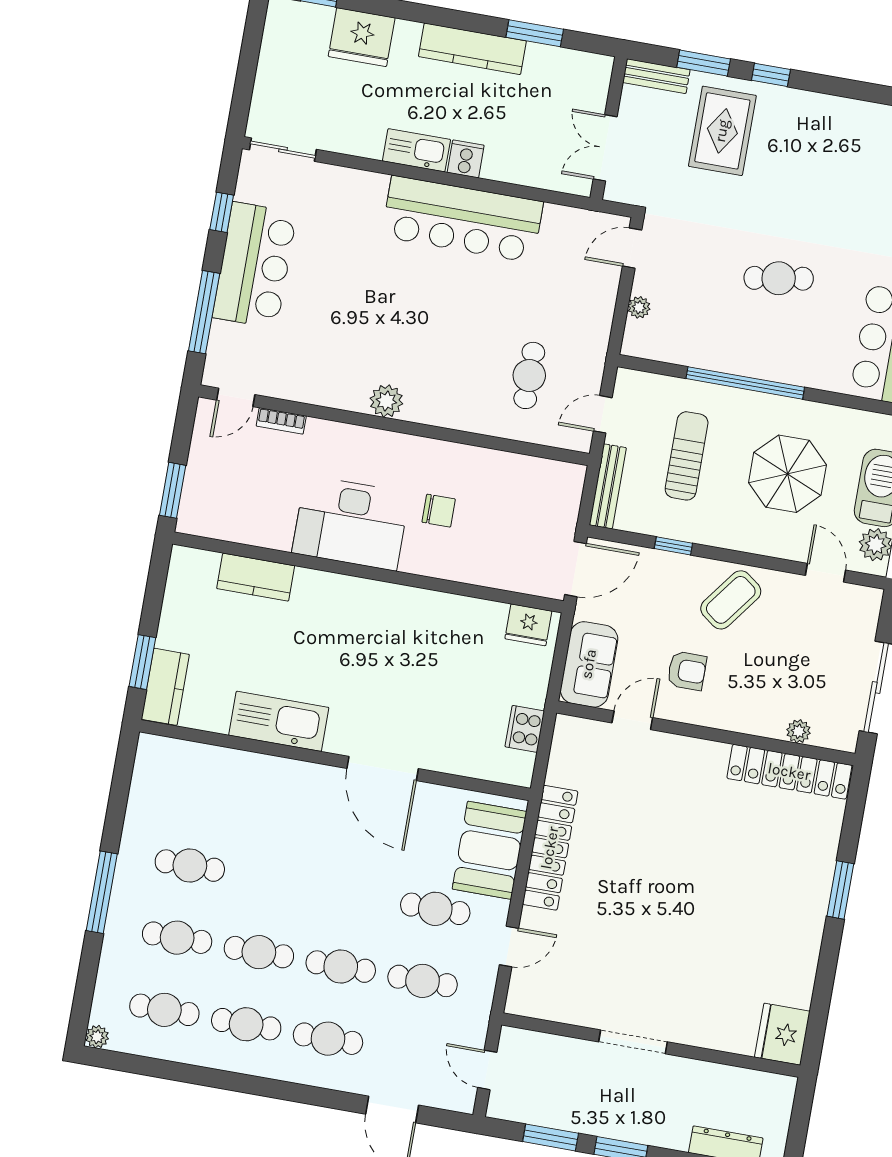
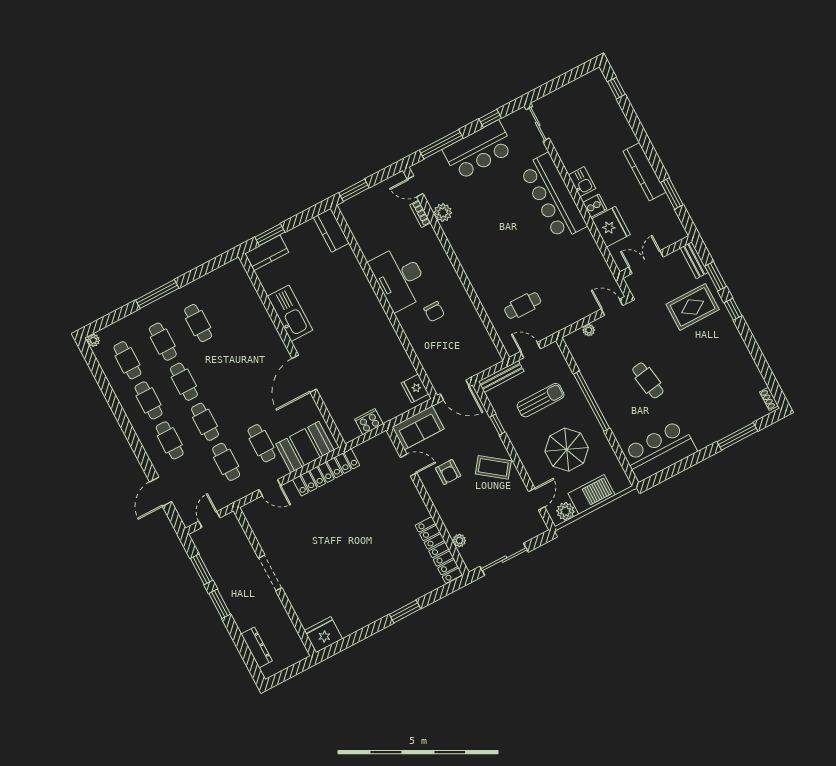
fridge: (362, 37) -> (611, 227), moved, turned 180
kitchen sink: (416, 150) -> (582, 182), width x0.73
bar counter: (462, 219) -> (553, 197), moved
plant: (386, 401) -> (443, 212), moved
kitchen counter: (256, 577) -> (331, 230), moved

